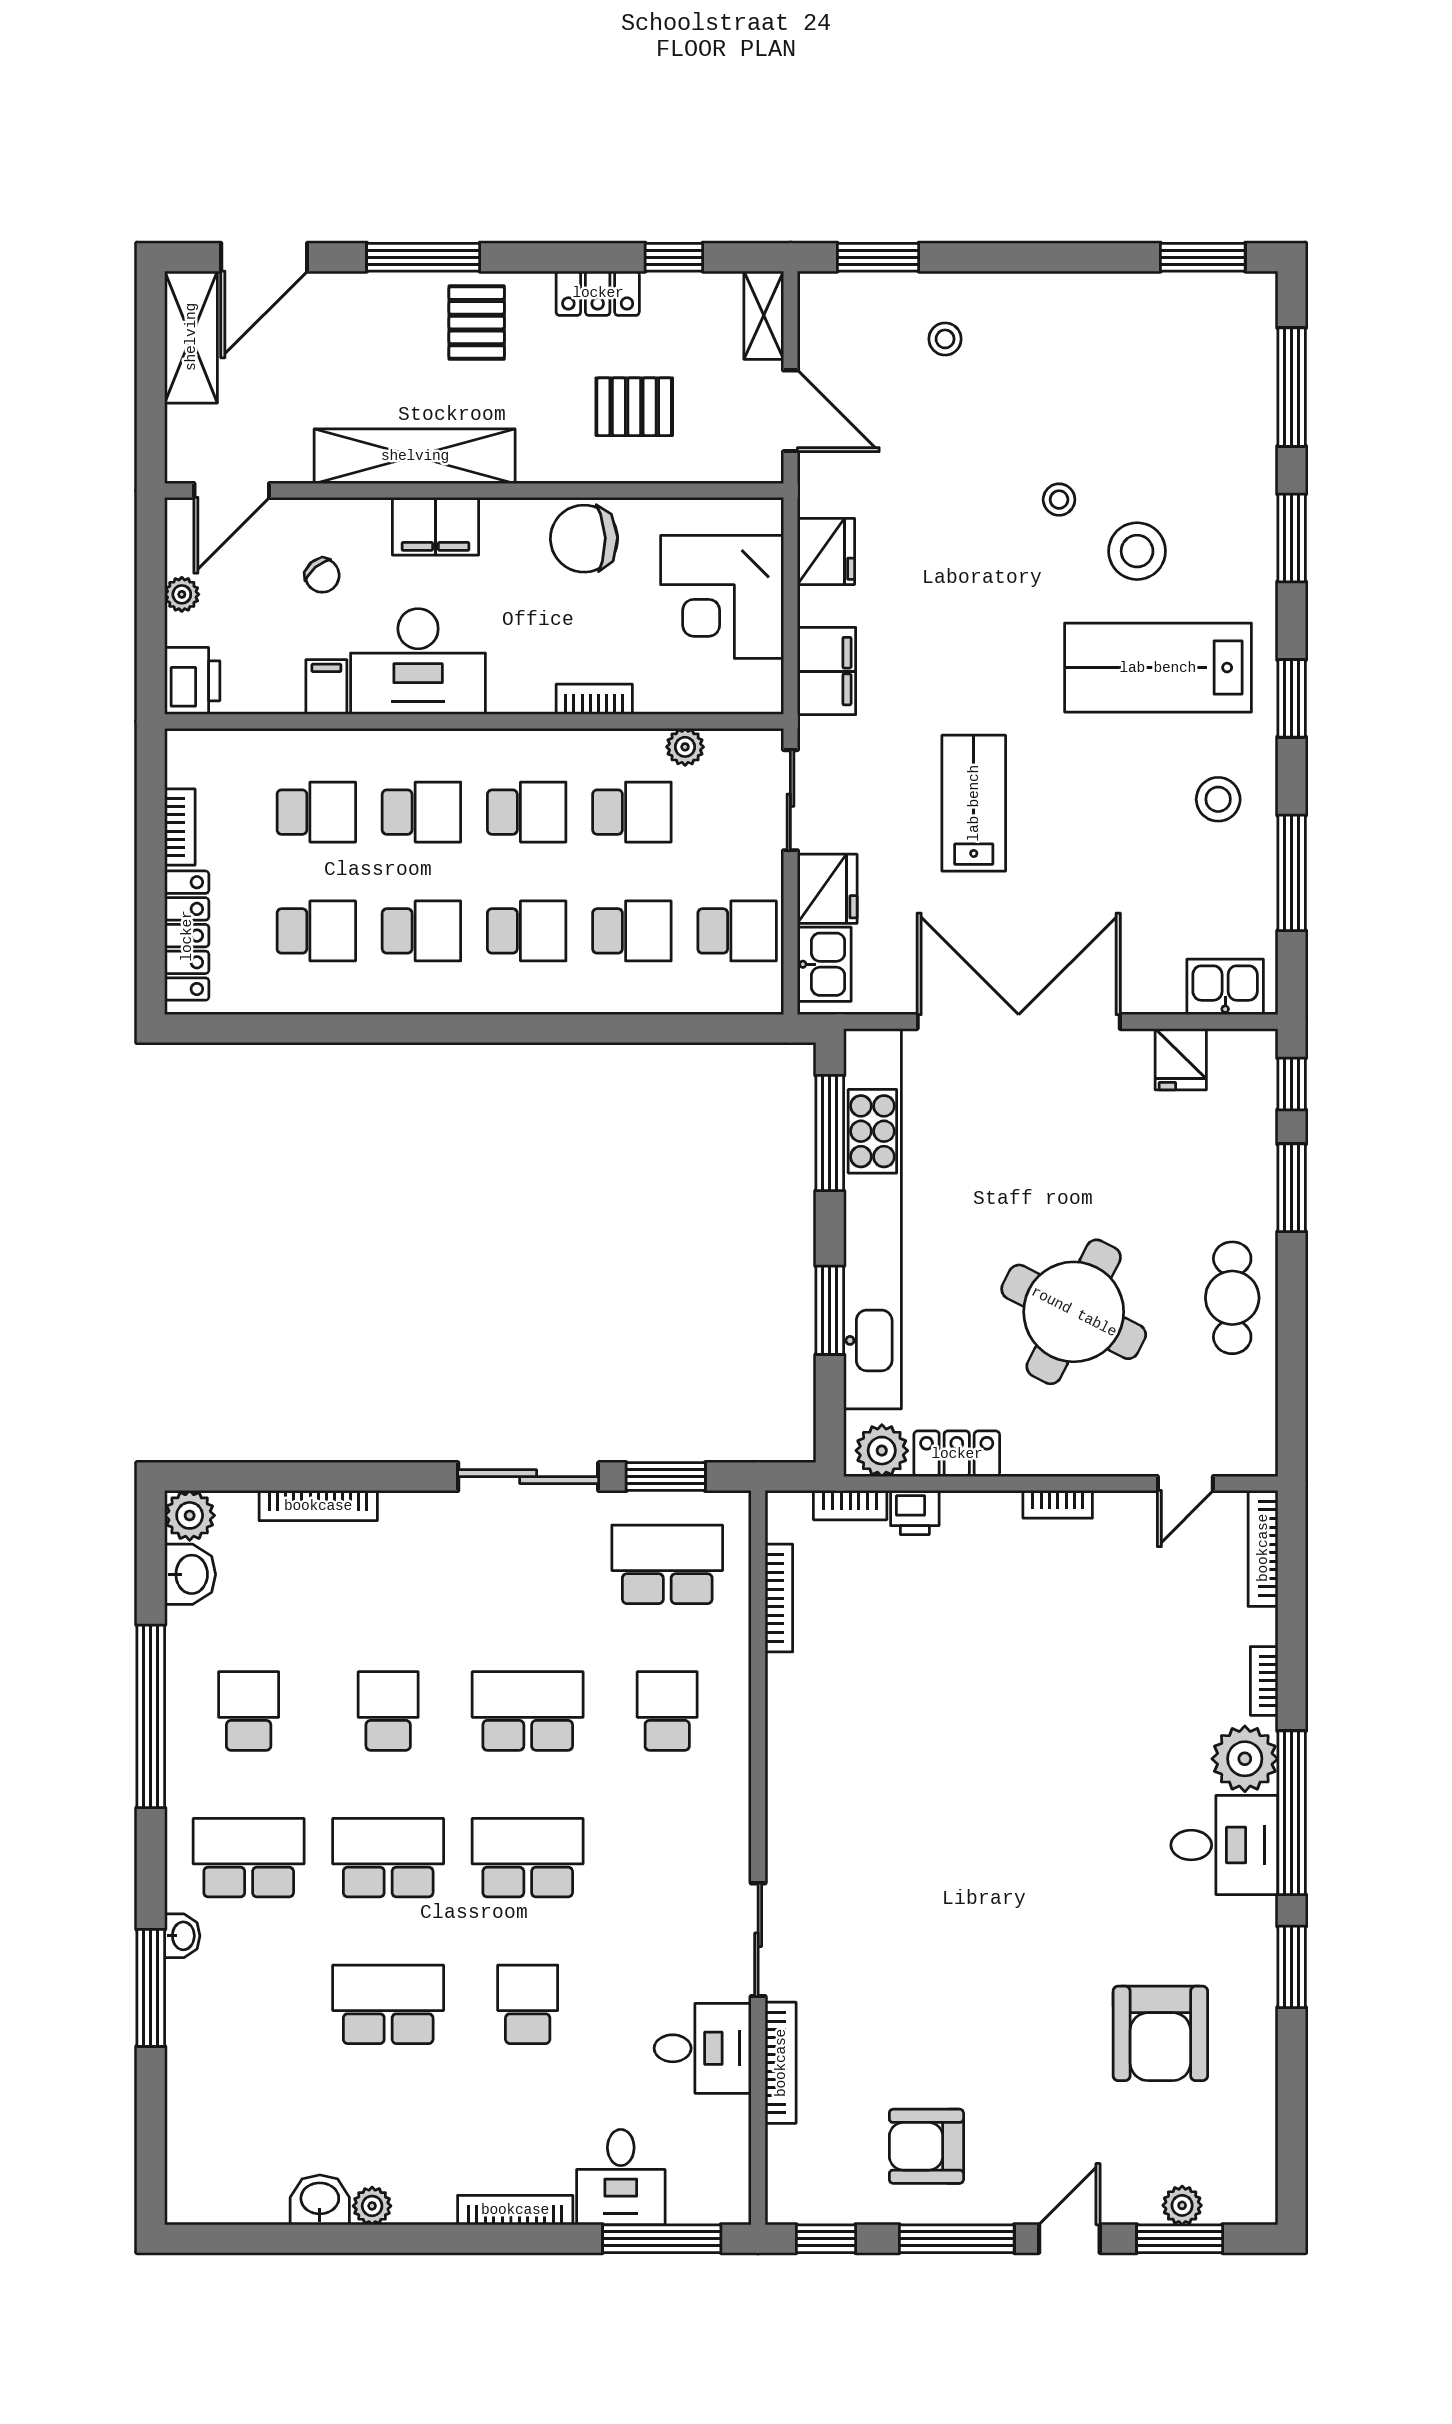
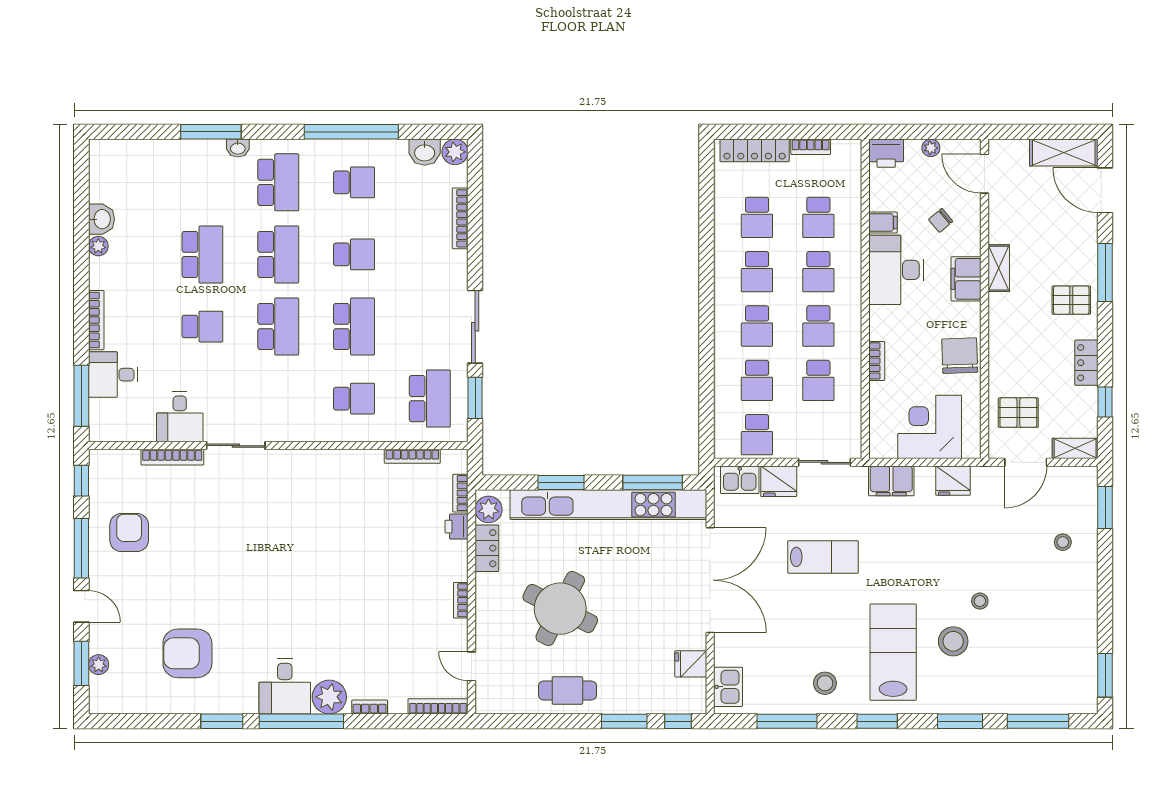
pallet: (634, 407) -> (1018, 413), moved, turned 90
shelving: (415, 456) -> (999, 268), width x0.45, depth x0.75
plant: (685, 747) -> (852, 408), removed

